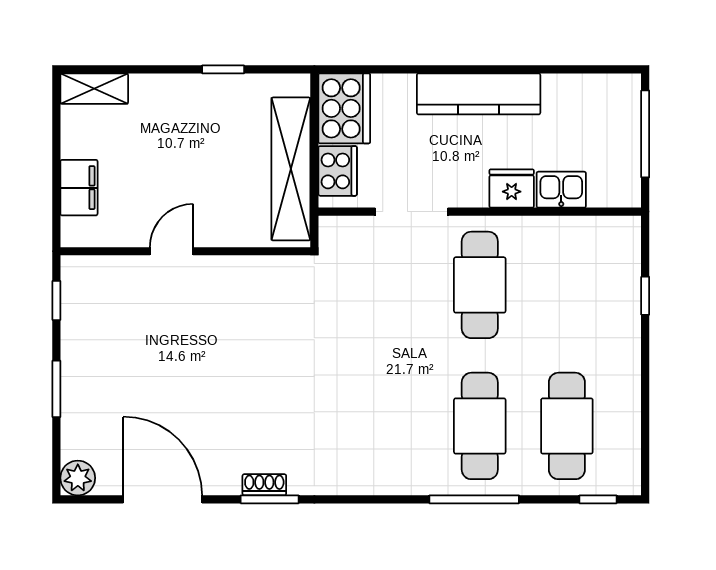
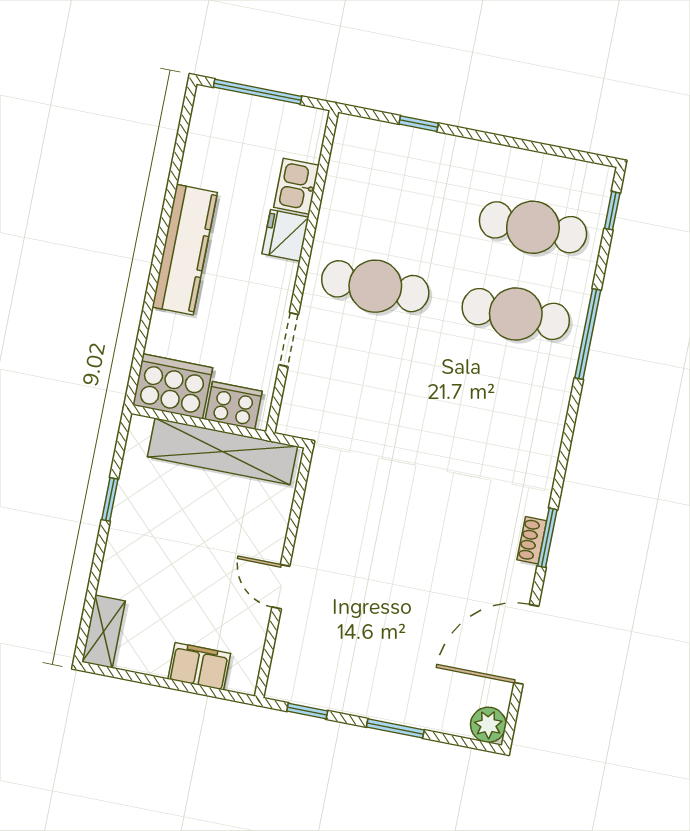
doorway: (412, 212) -> (289, 340), width x0.73

